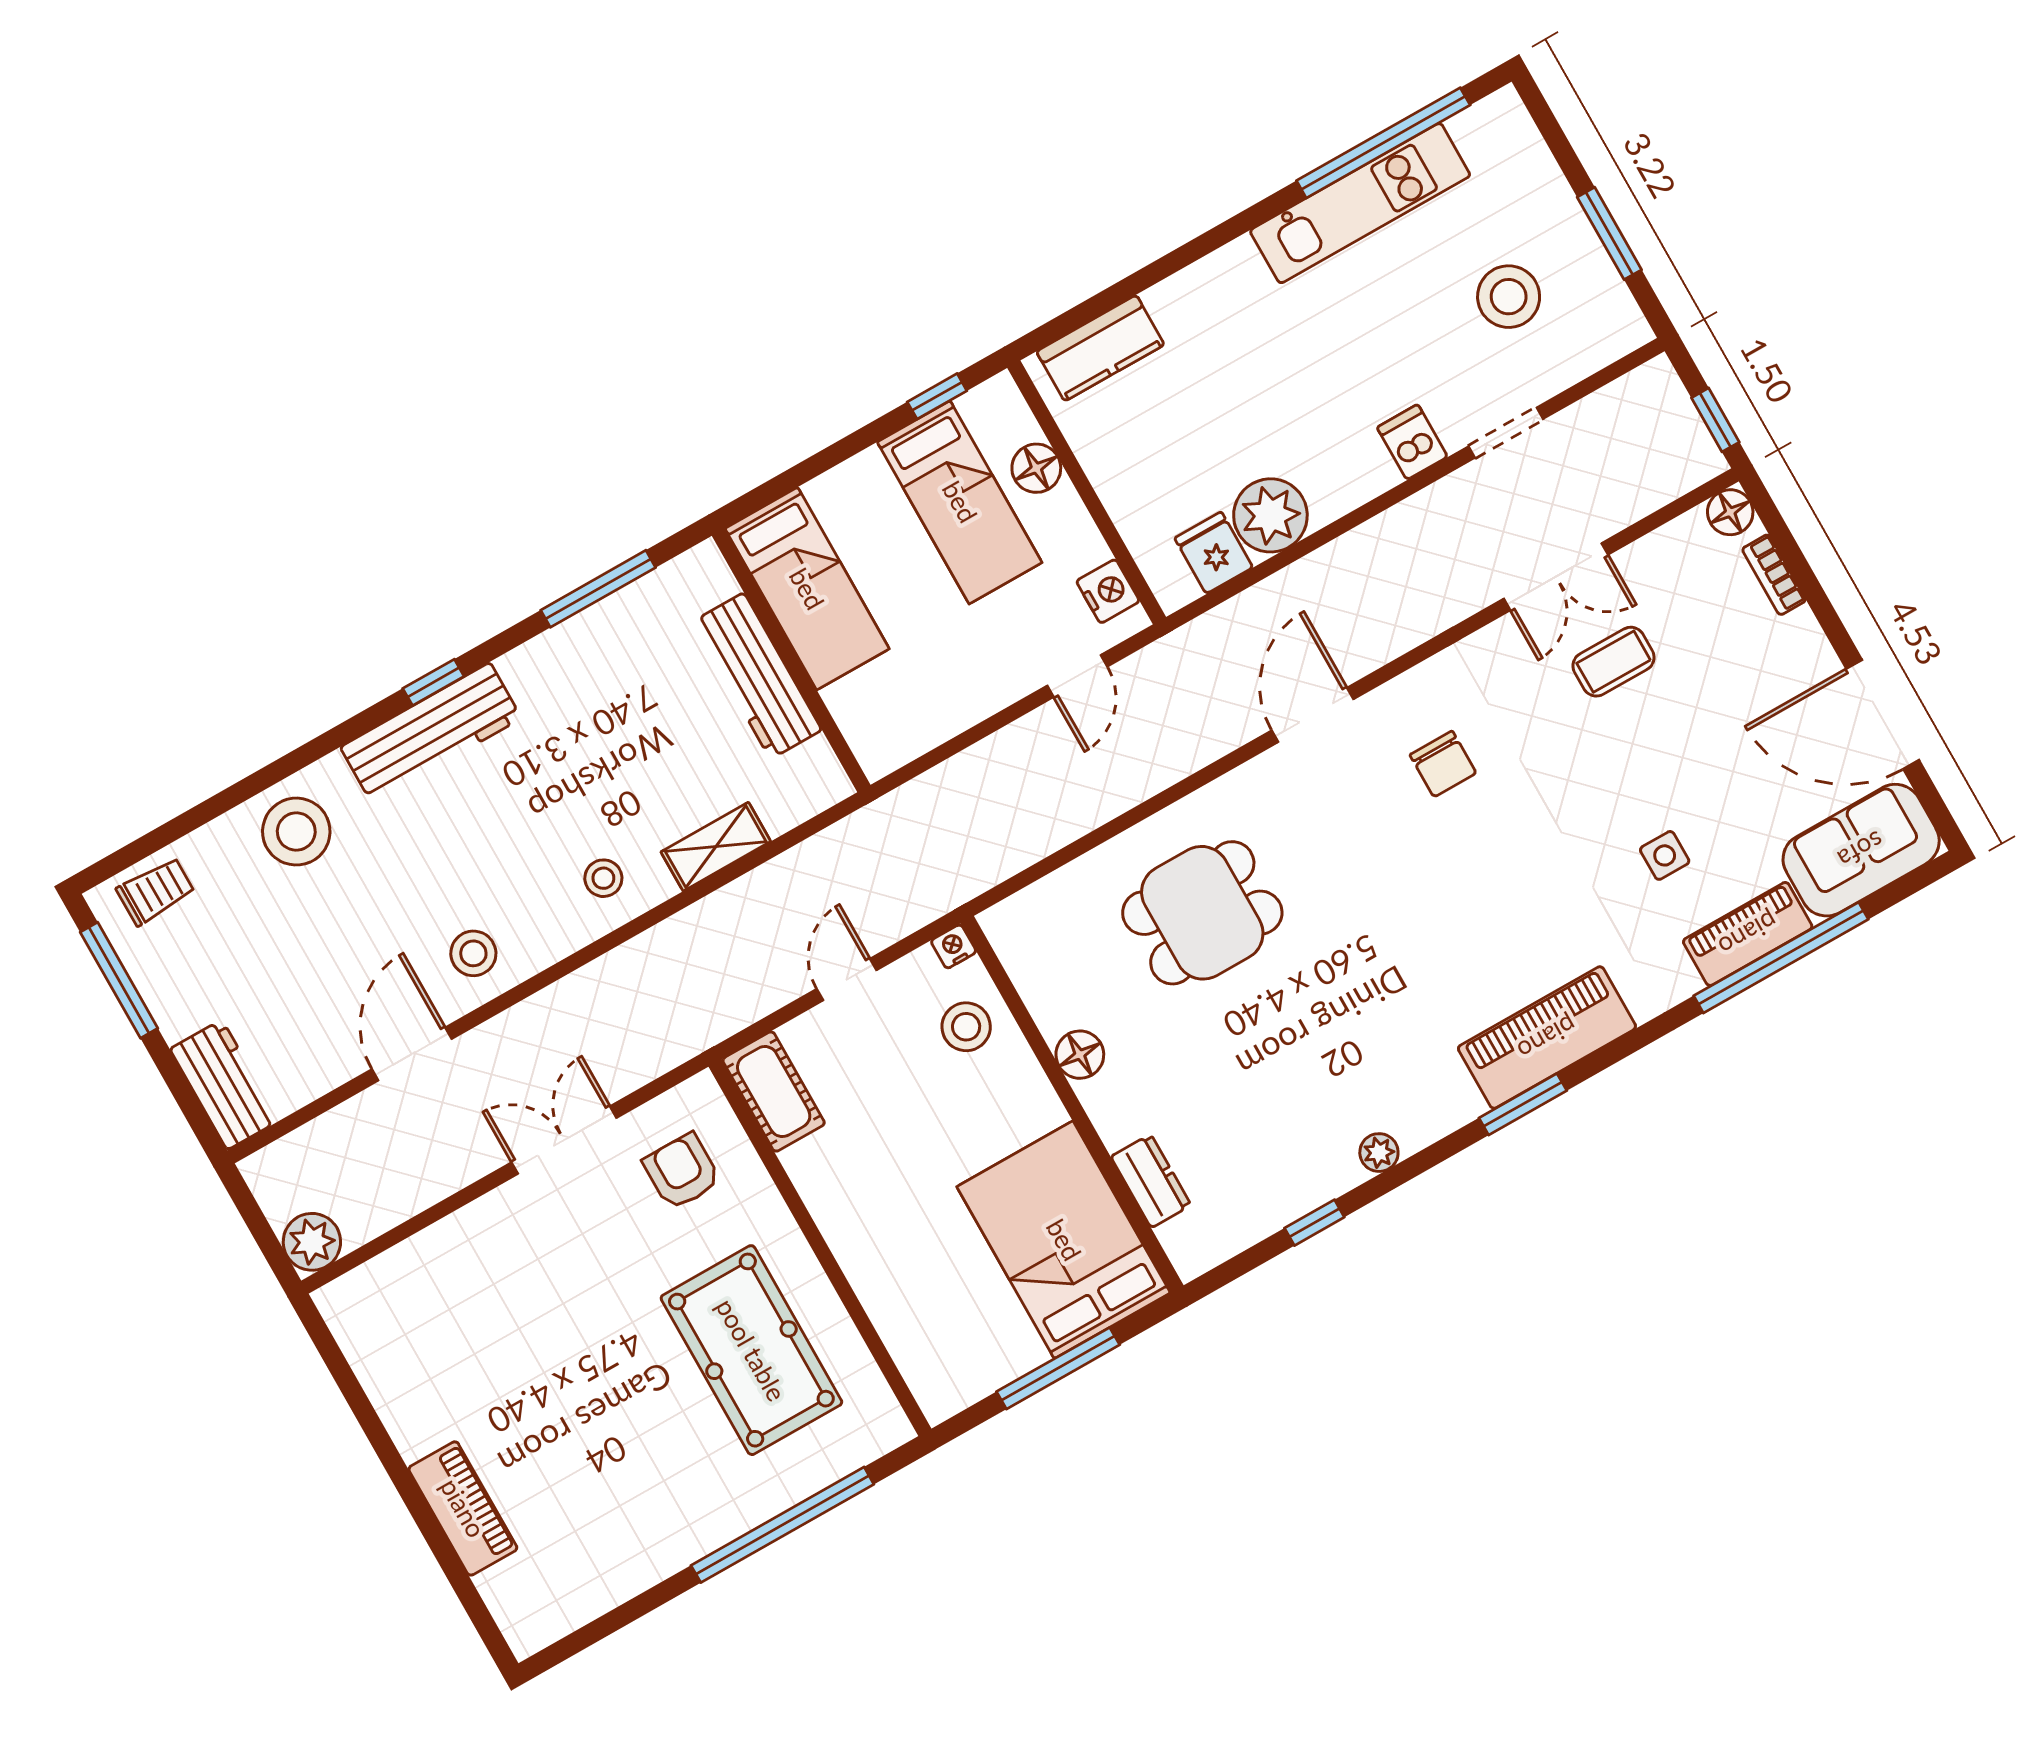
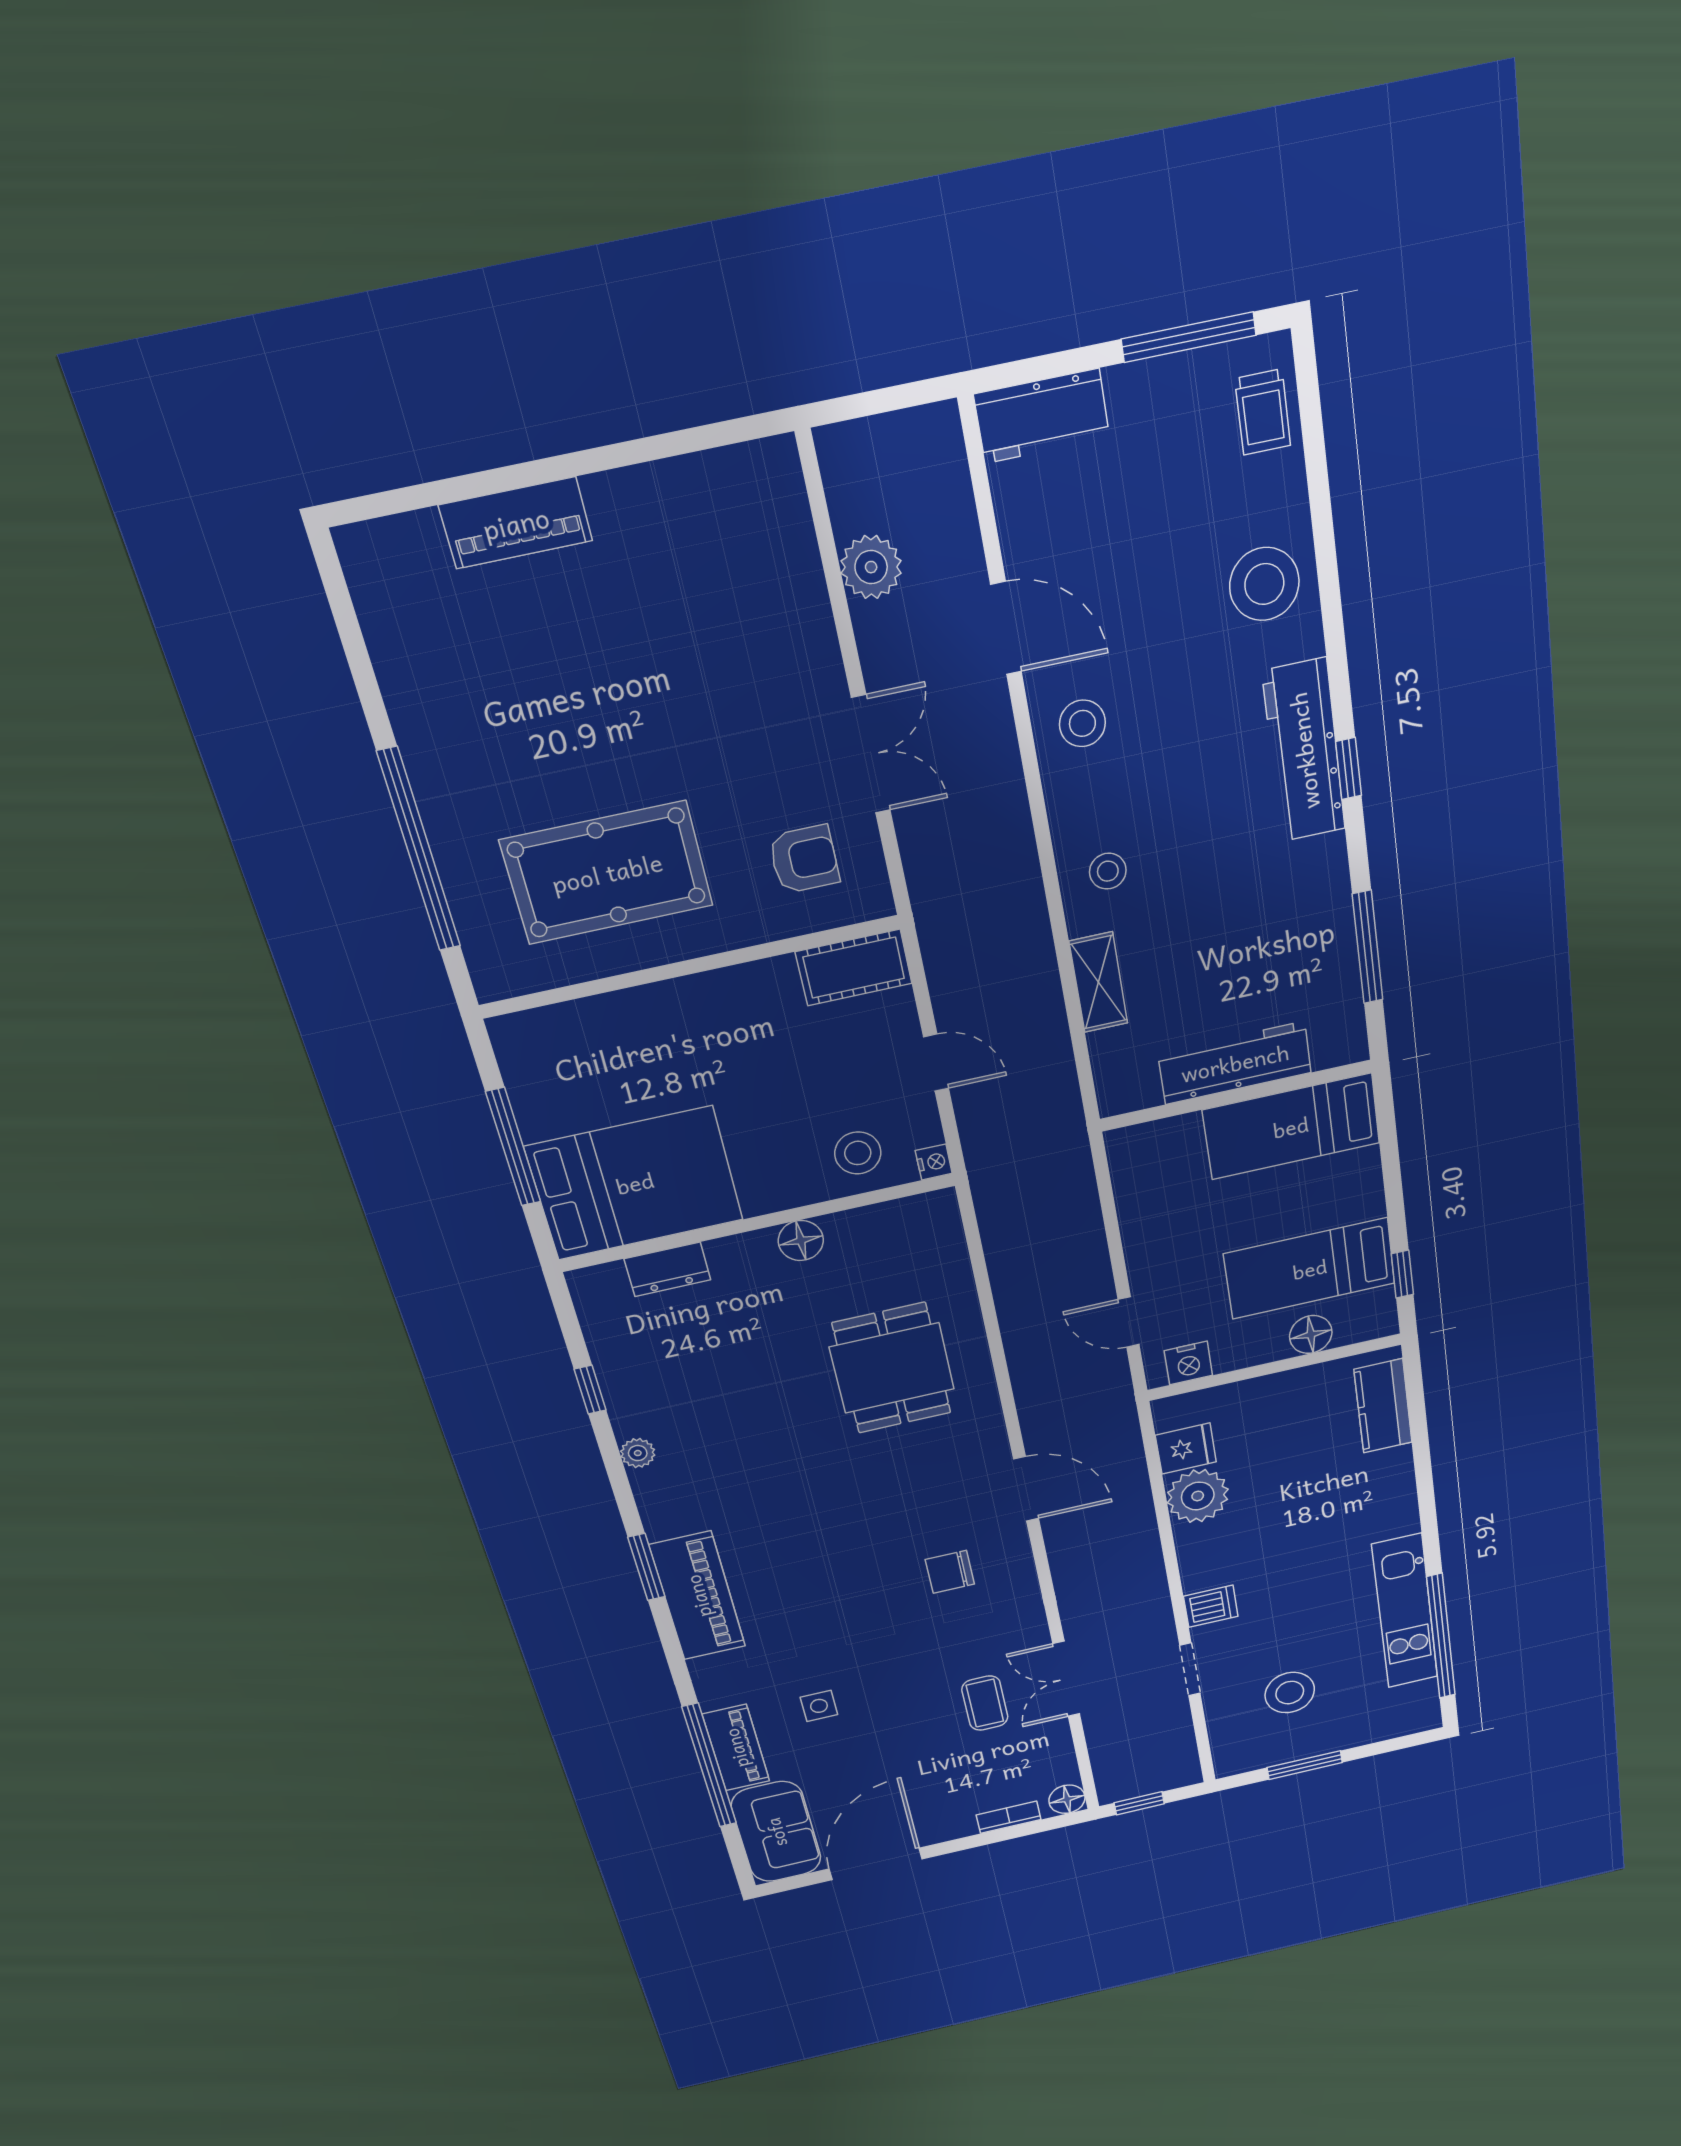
plant: (312, 1242) -> (871, 567), moved

